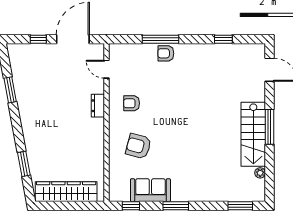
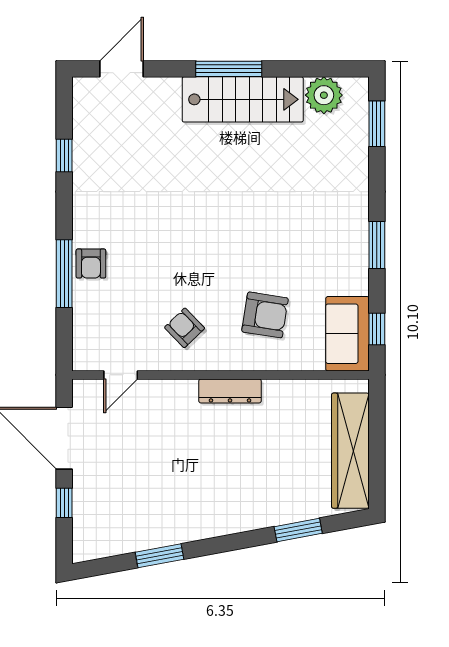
armchair: (132, 103) -> (185, 328), turned 136
dresser: (98, 106) -> (230, 391), moved, width x1.44
armchair: (138, 146) -> (265, 315), turned -96
plant: (260, 173) -> (324, 95), width x1.87, depth x1.87
sofa: (150, 190) -> (347, 334), moved

